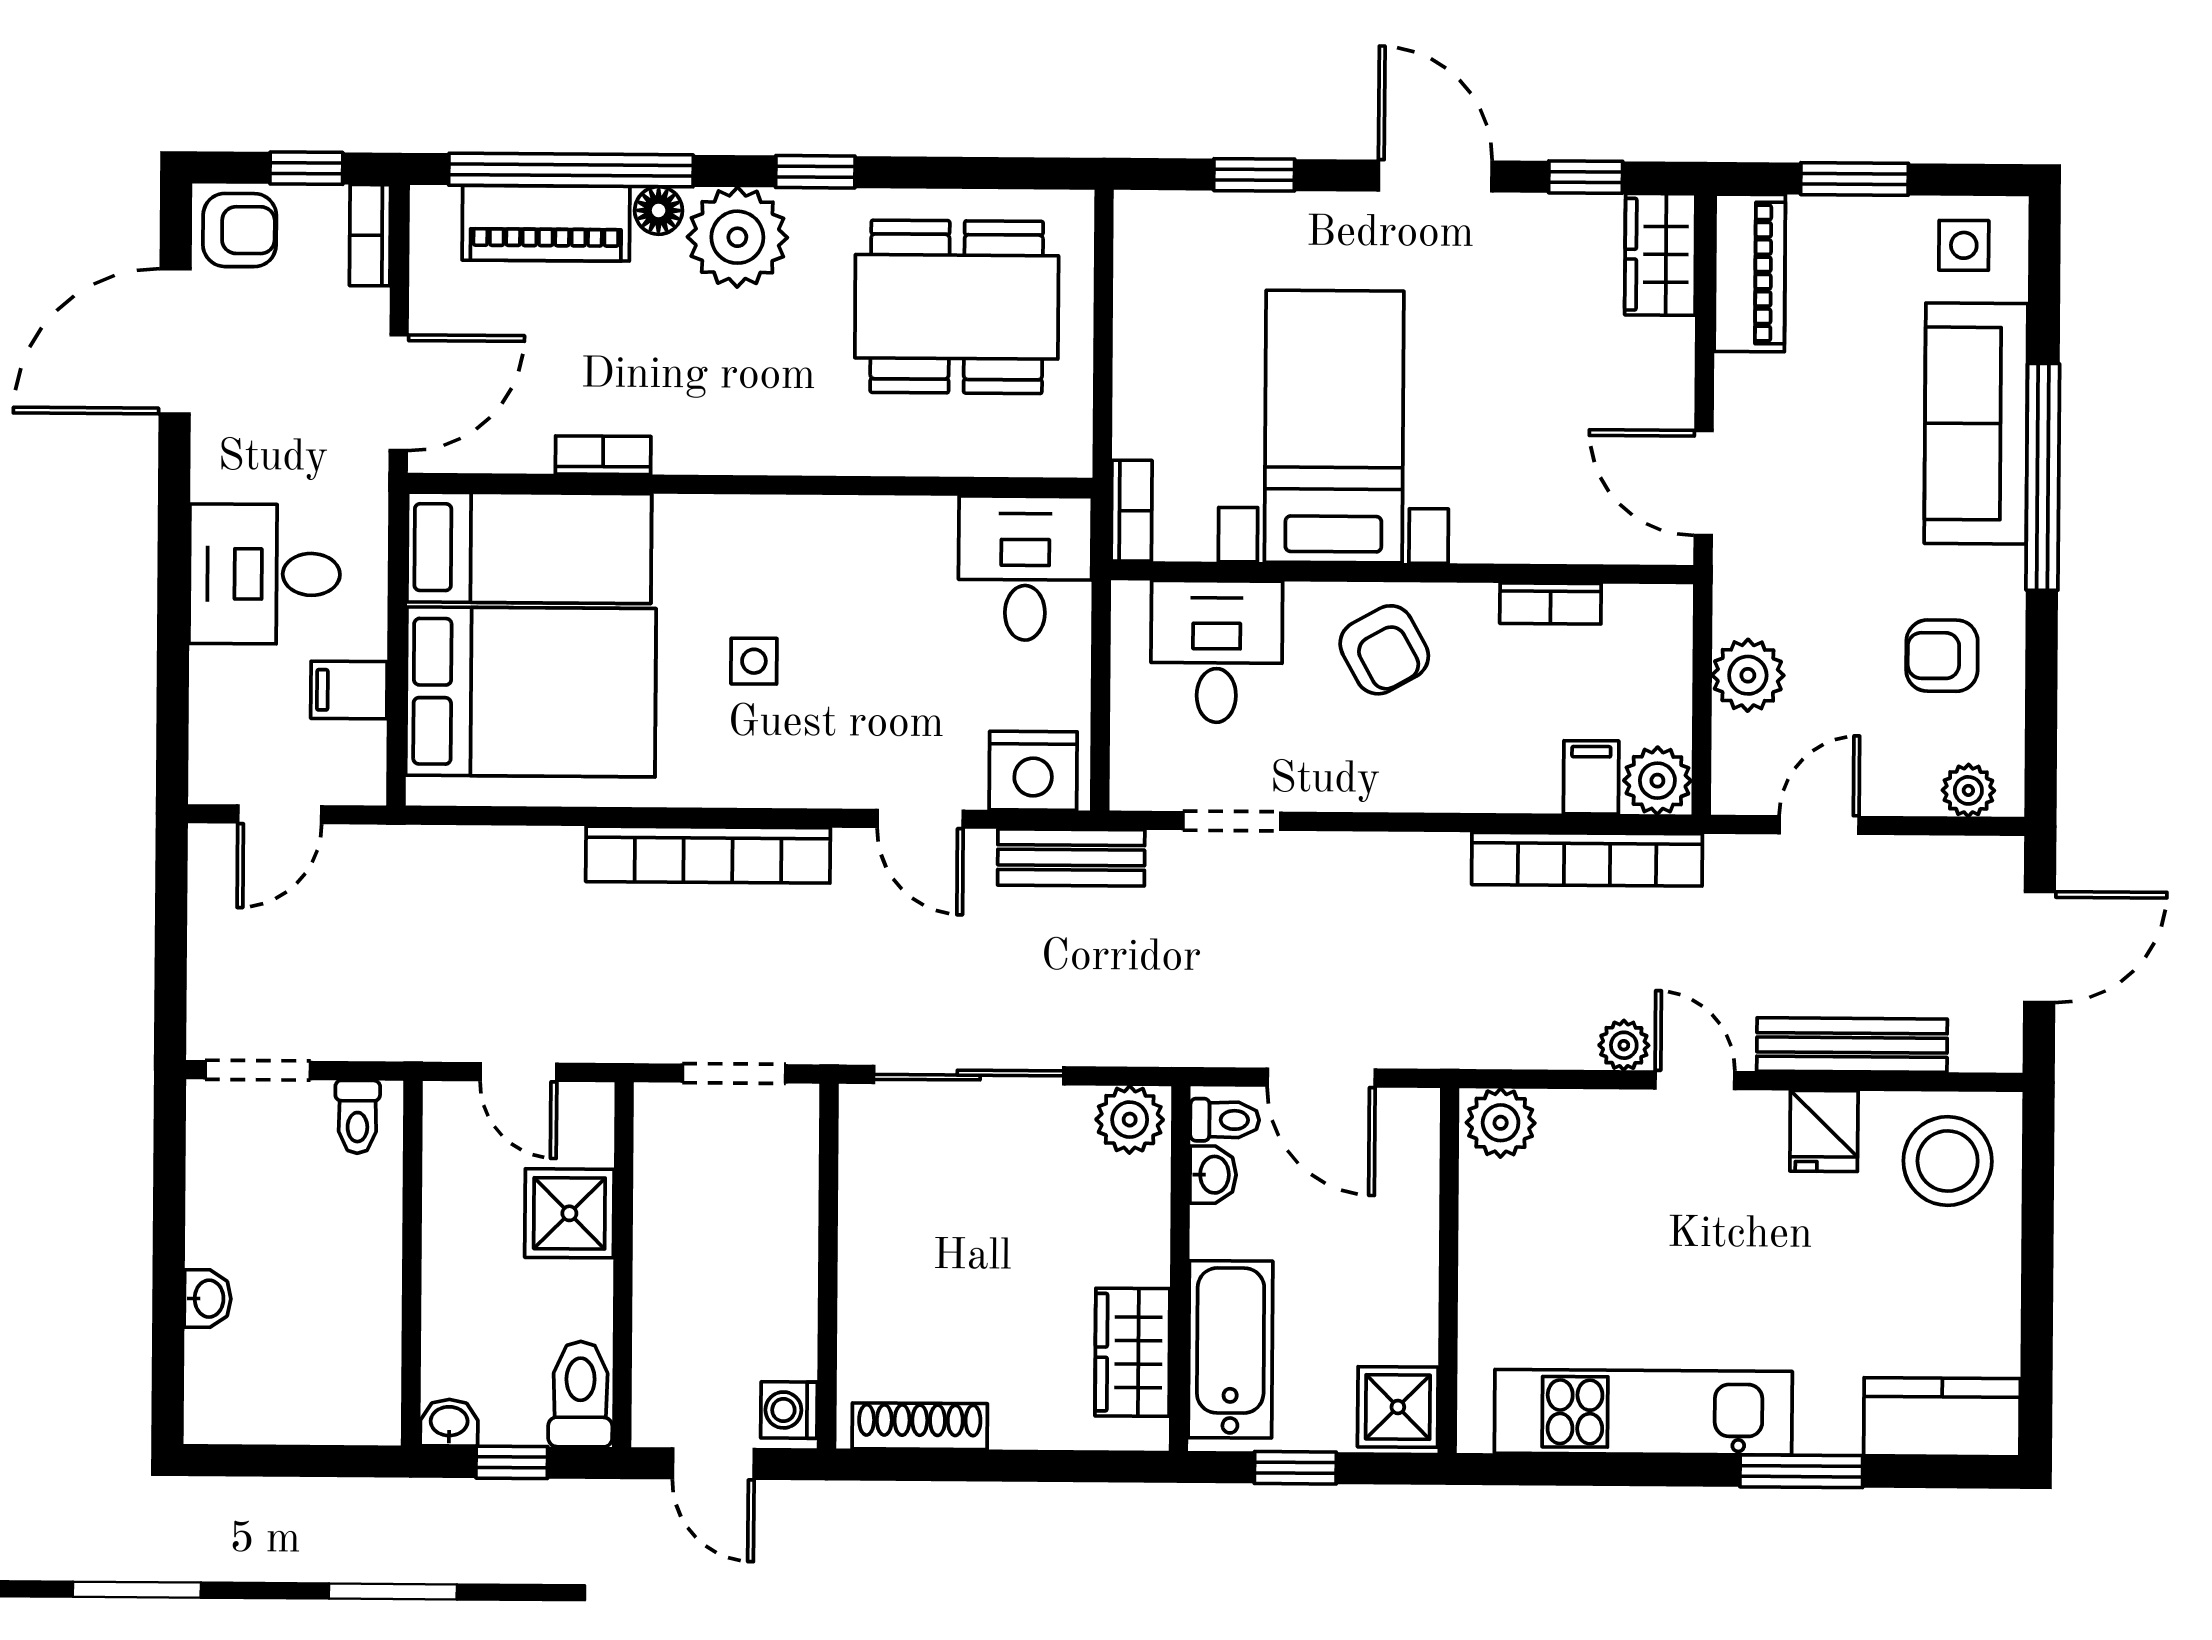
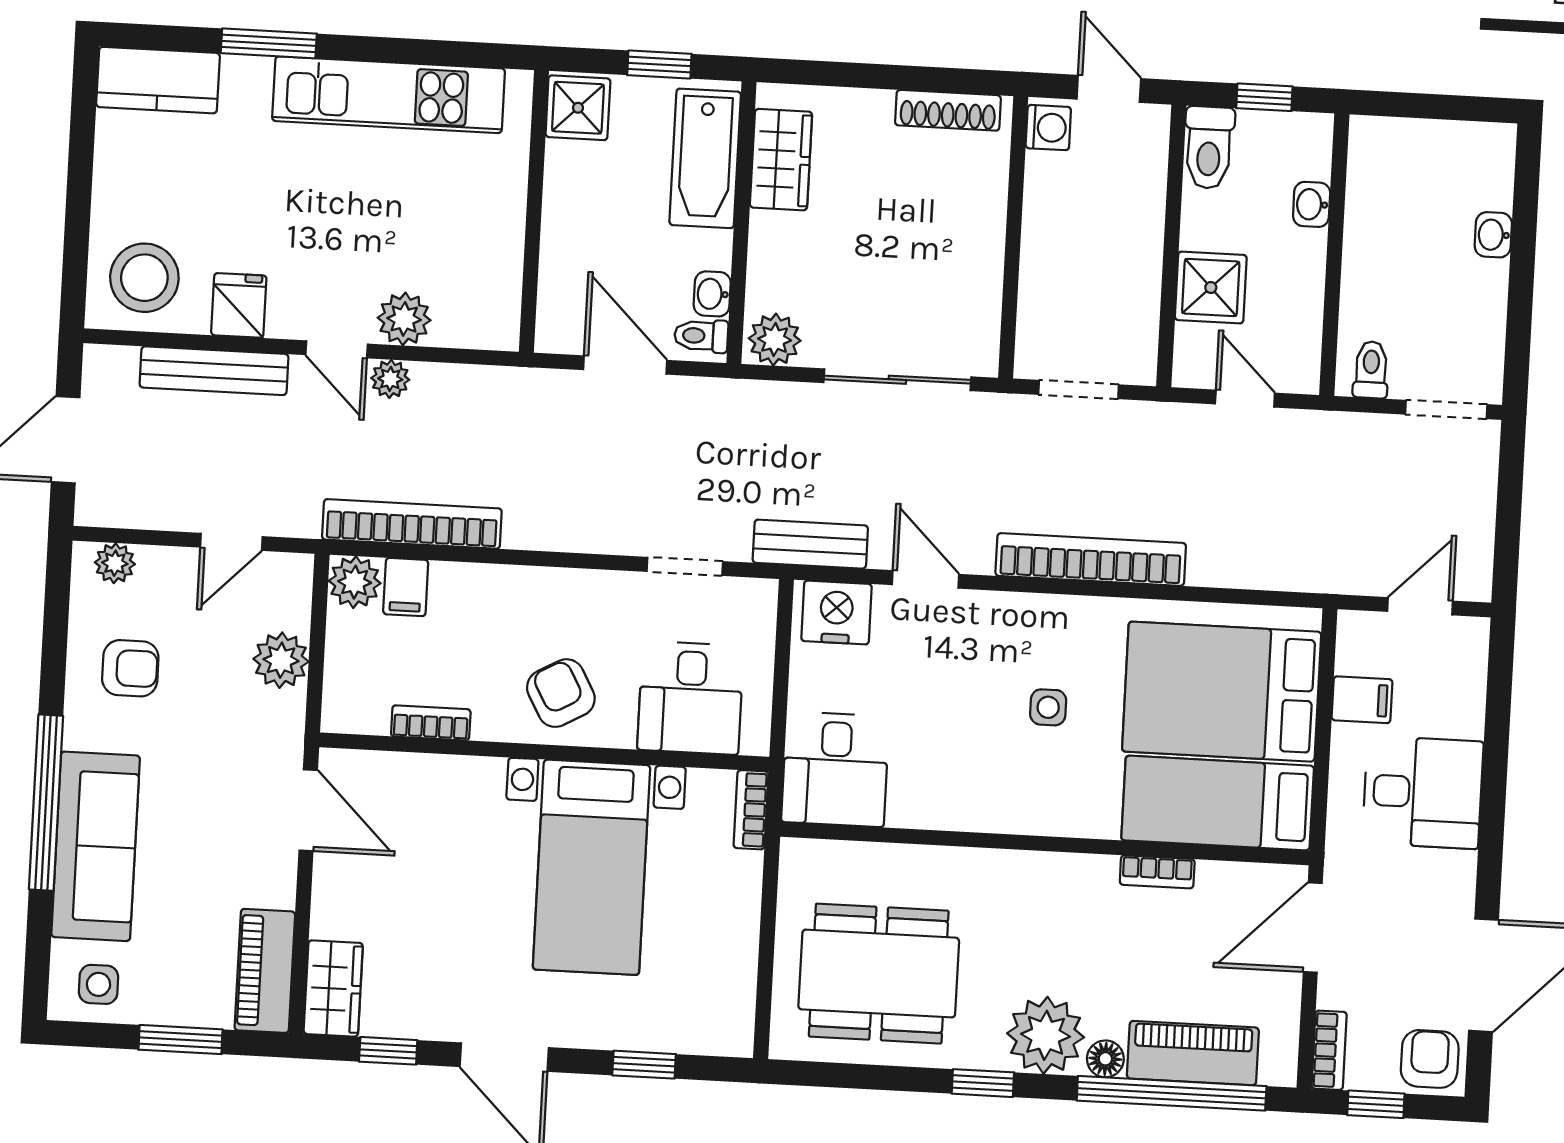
armchair: (240, 230) -> (1430, 1059), turned 90
plant: (1501, 1123) -> (404, 319), moved
washbasin: (449, 1423) -> (1312, 204), moved, turned 90

